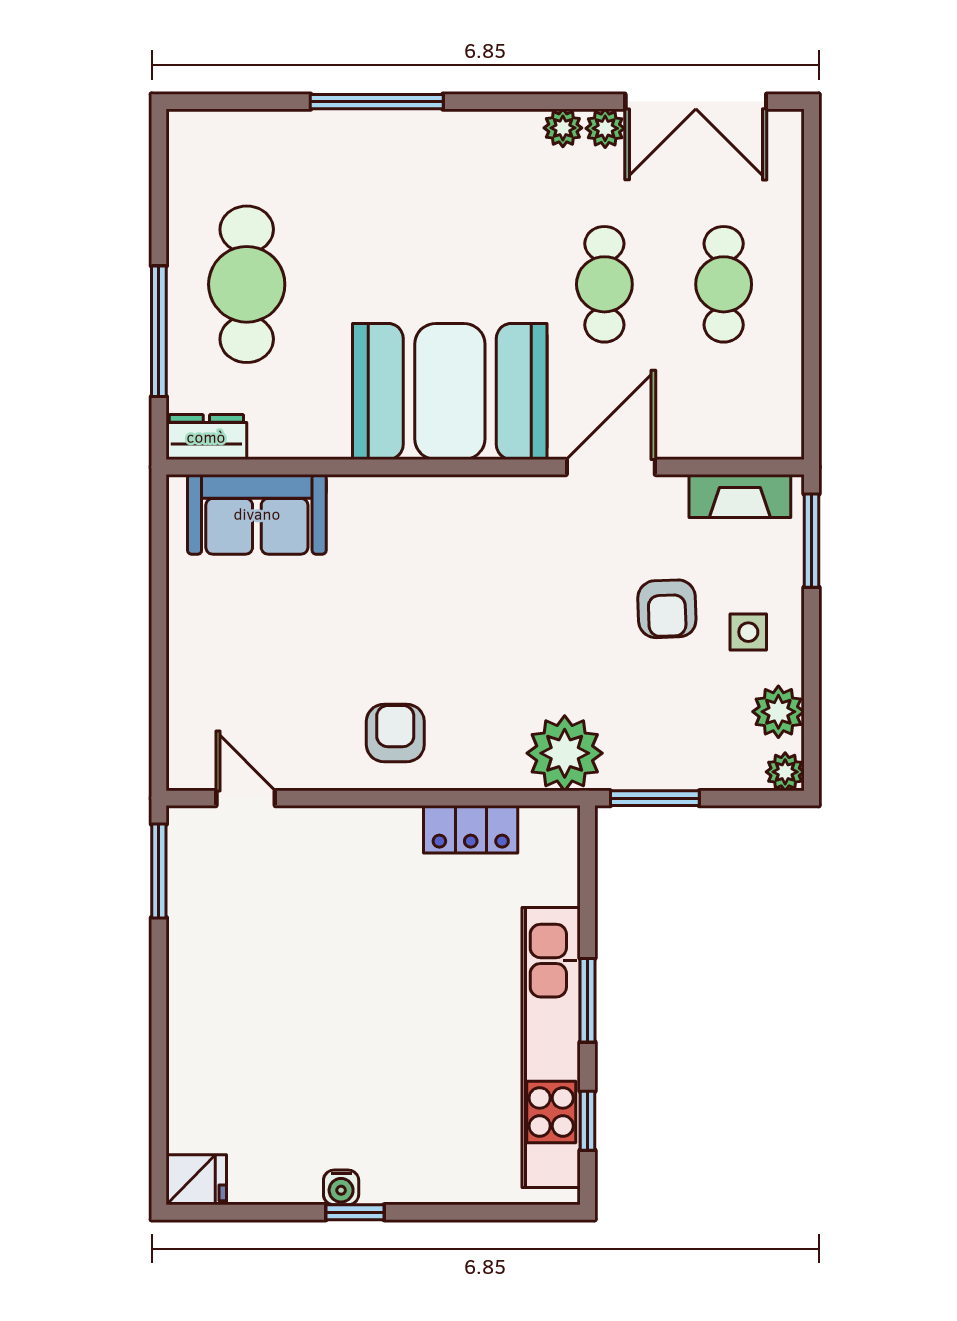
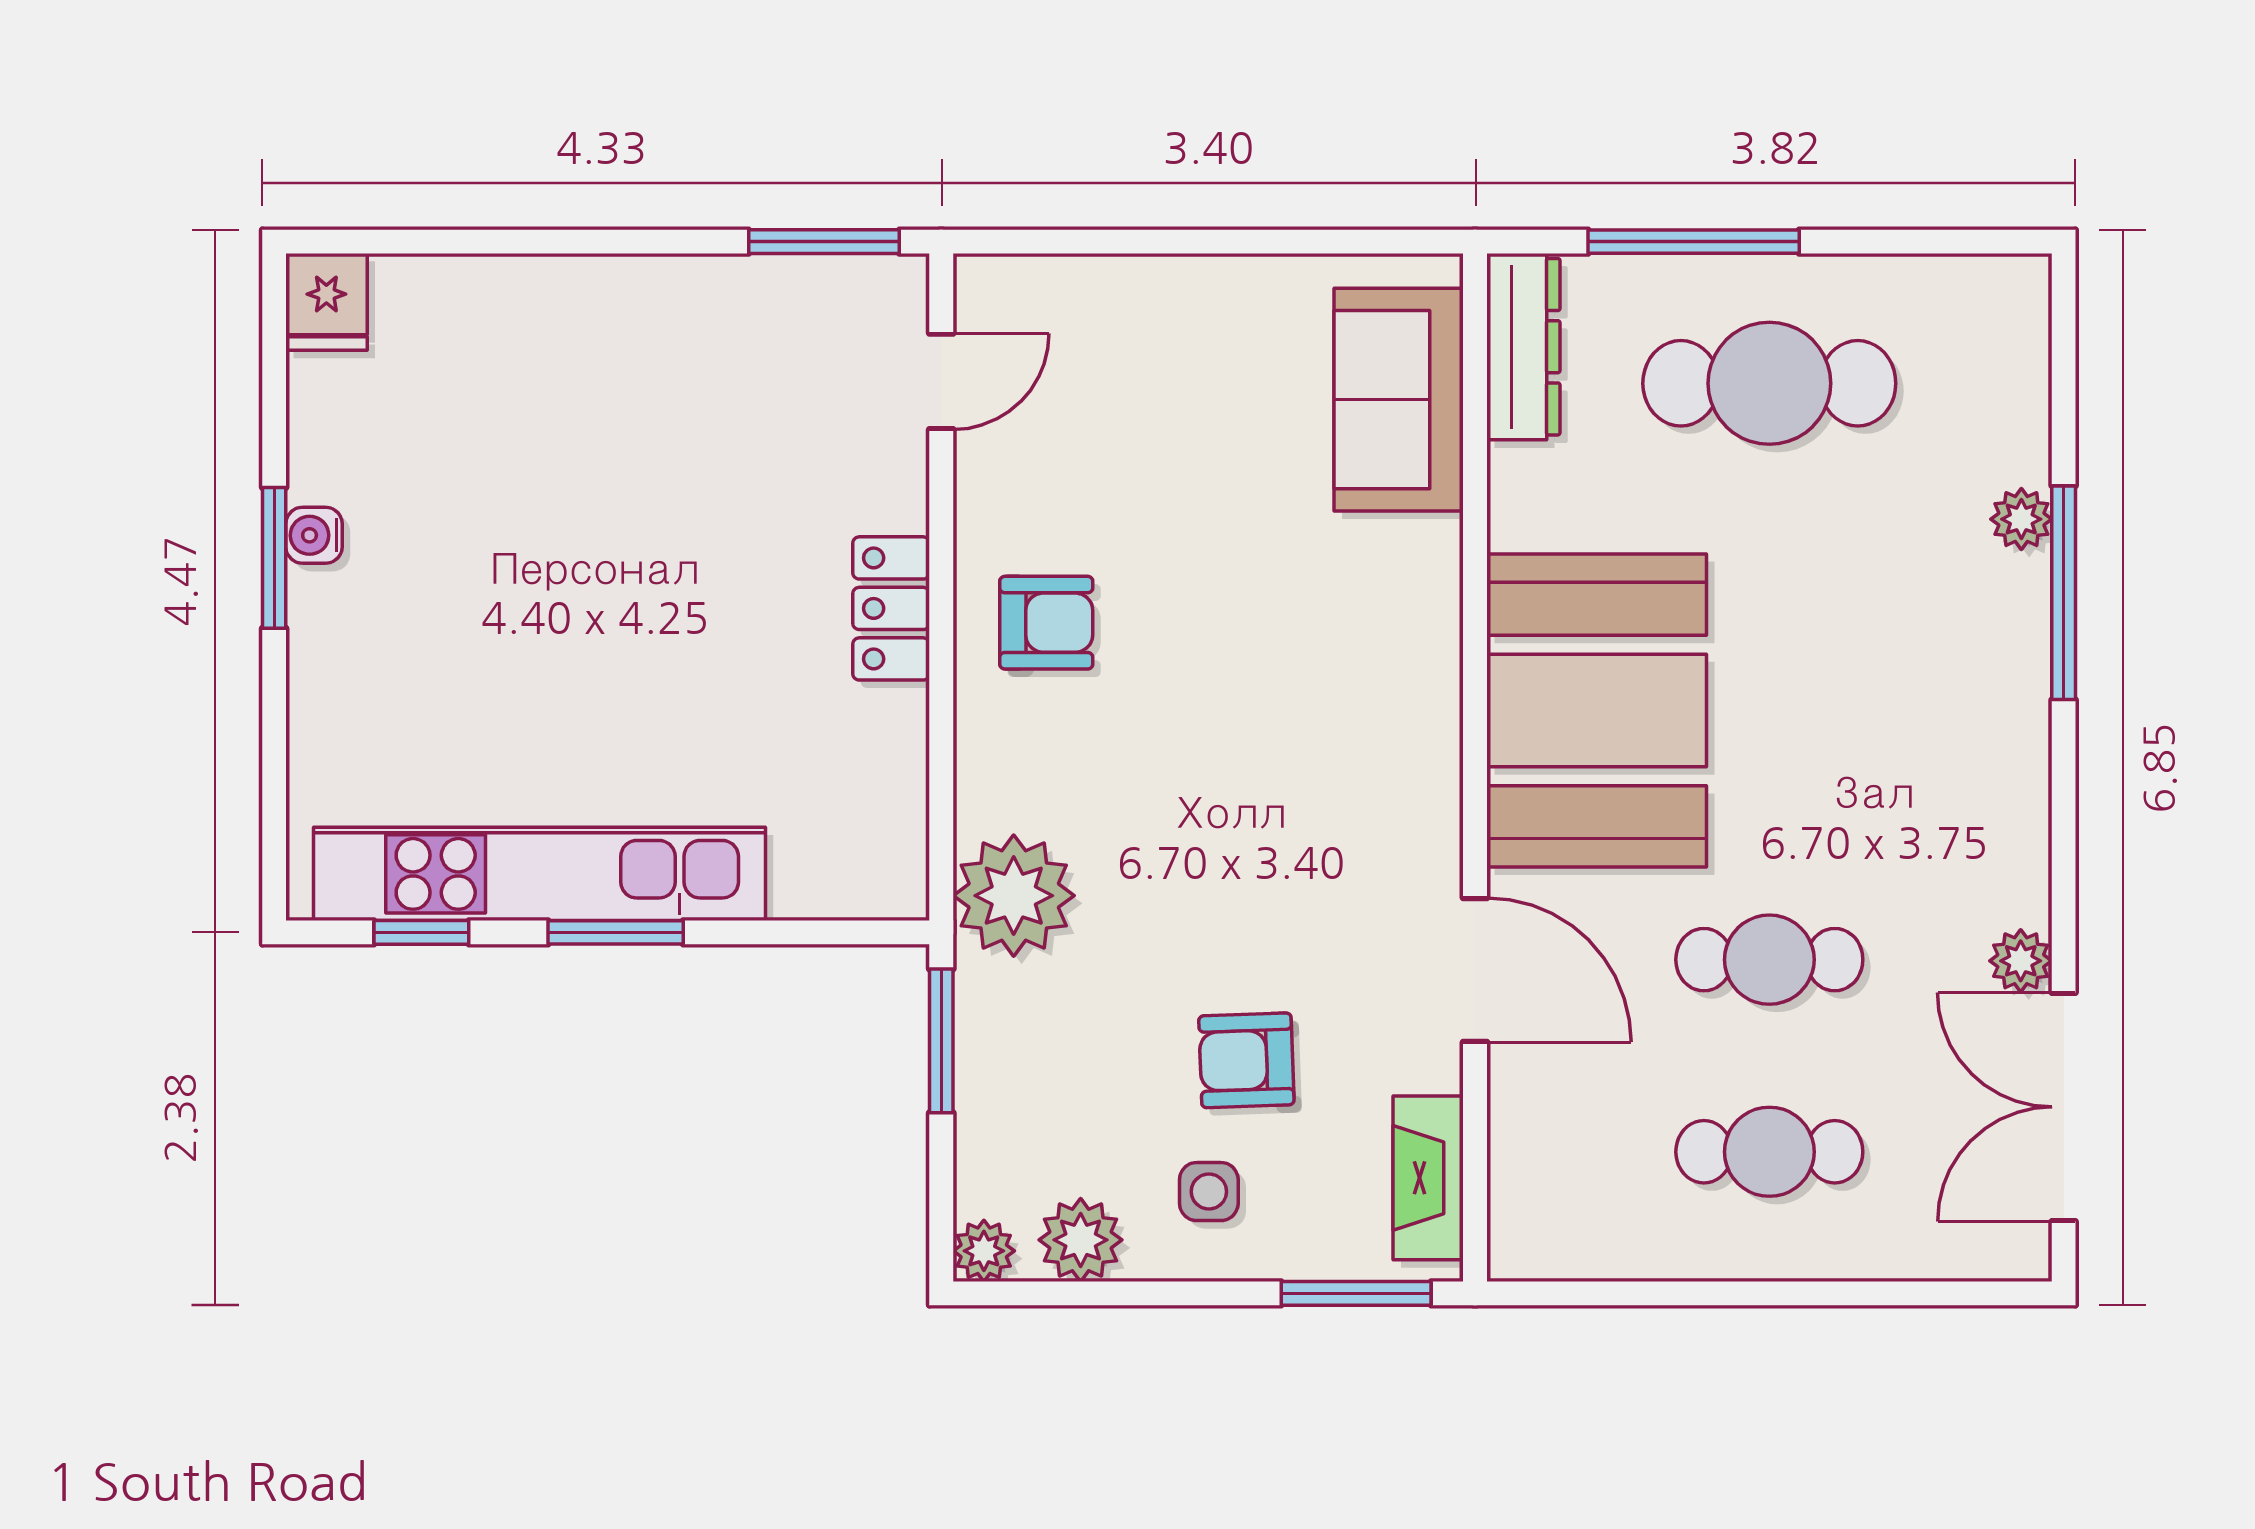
plant: (563, 128) -> (2021, 519), moved
dresser: (206, 437) -> (1523, 347), width x1.44
locker: (471, 829) -> (891, 608), moved
window: (355, 1212) -> (274, 558), width x1.50

